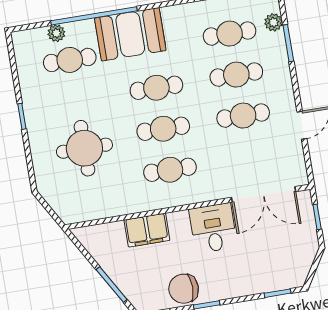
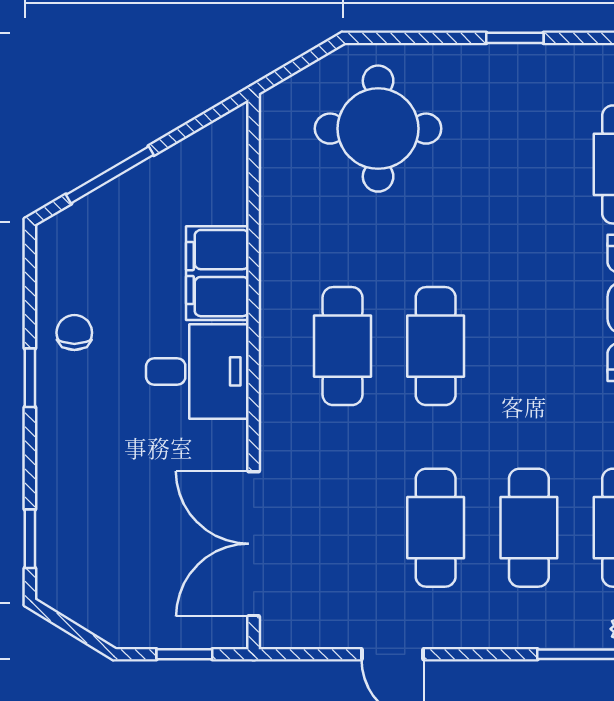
cafe table: (156, 88) -> (529, 346), removed
round table: (84, 148) -> (378, 129), moved
desk: (213, 228) -> (197, 371), moved
chair: (184, 289) -> (74, 333), width x0.54, depth x0.54

